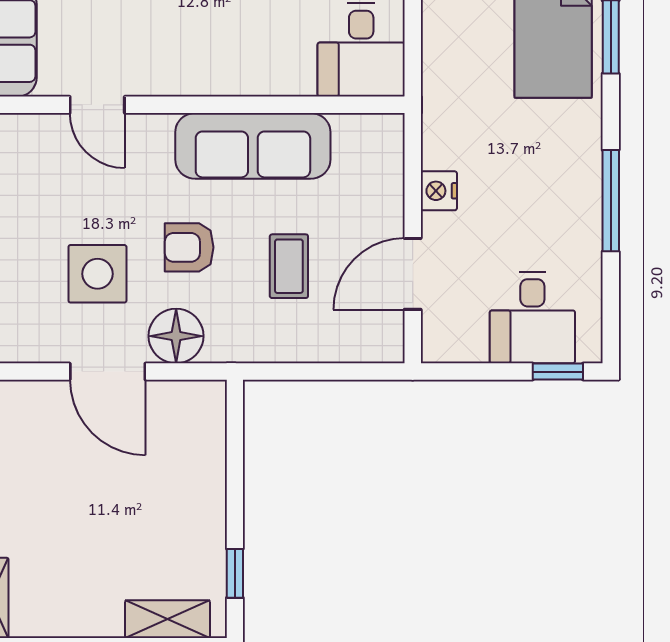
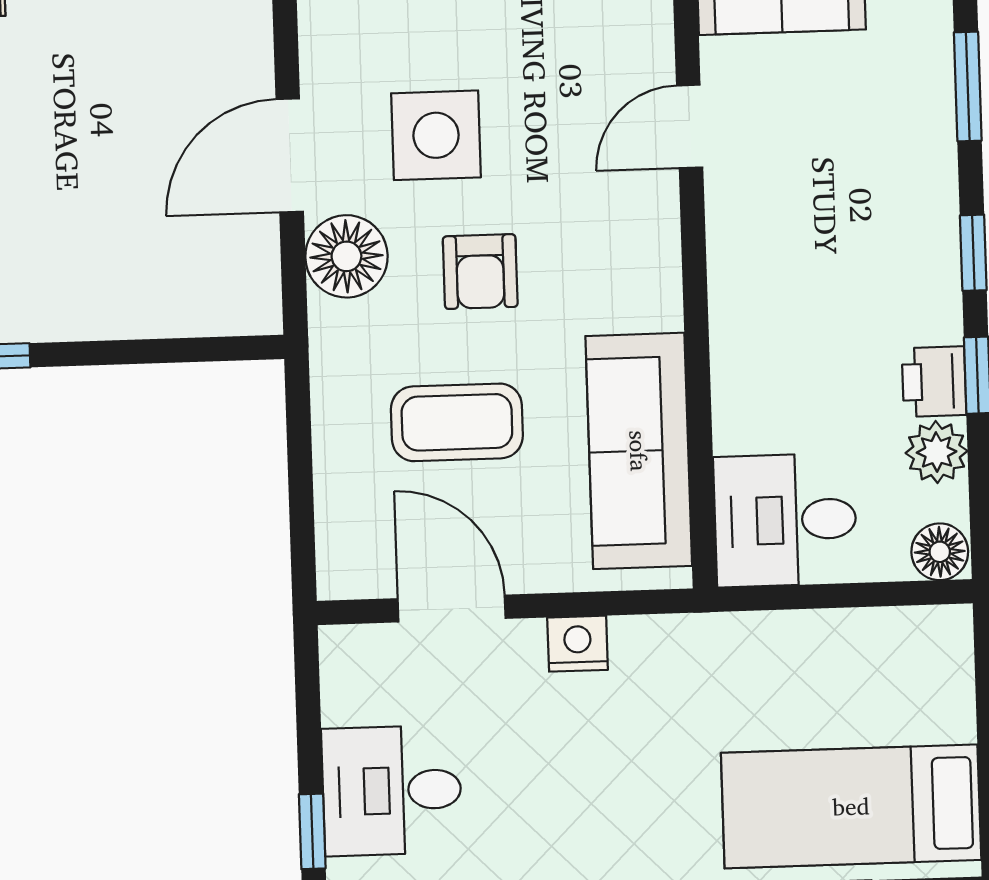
sofa: (253, 146) -> (639, 451), moved
armchair: (189, 247) -> (480, 272), turned 180
coffee table: (289, 266) -> (457, 422), width x1.36, depth x1.30

